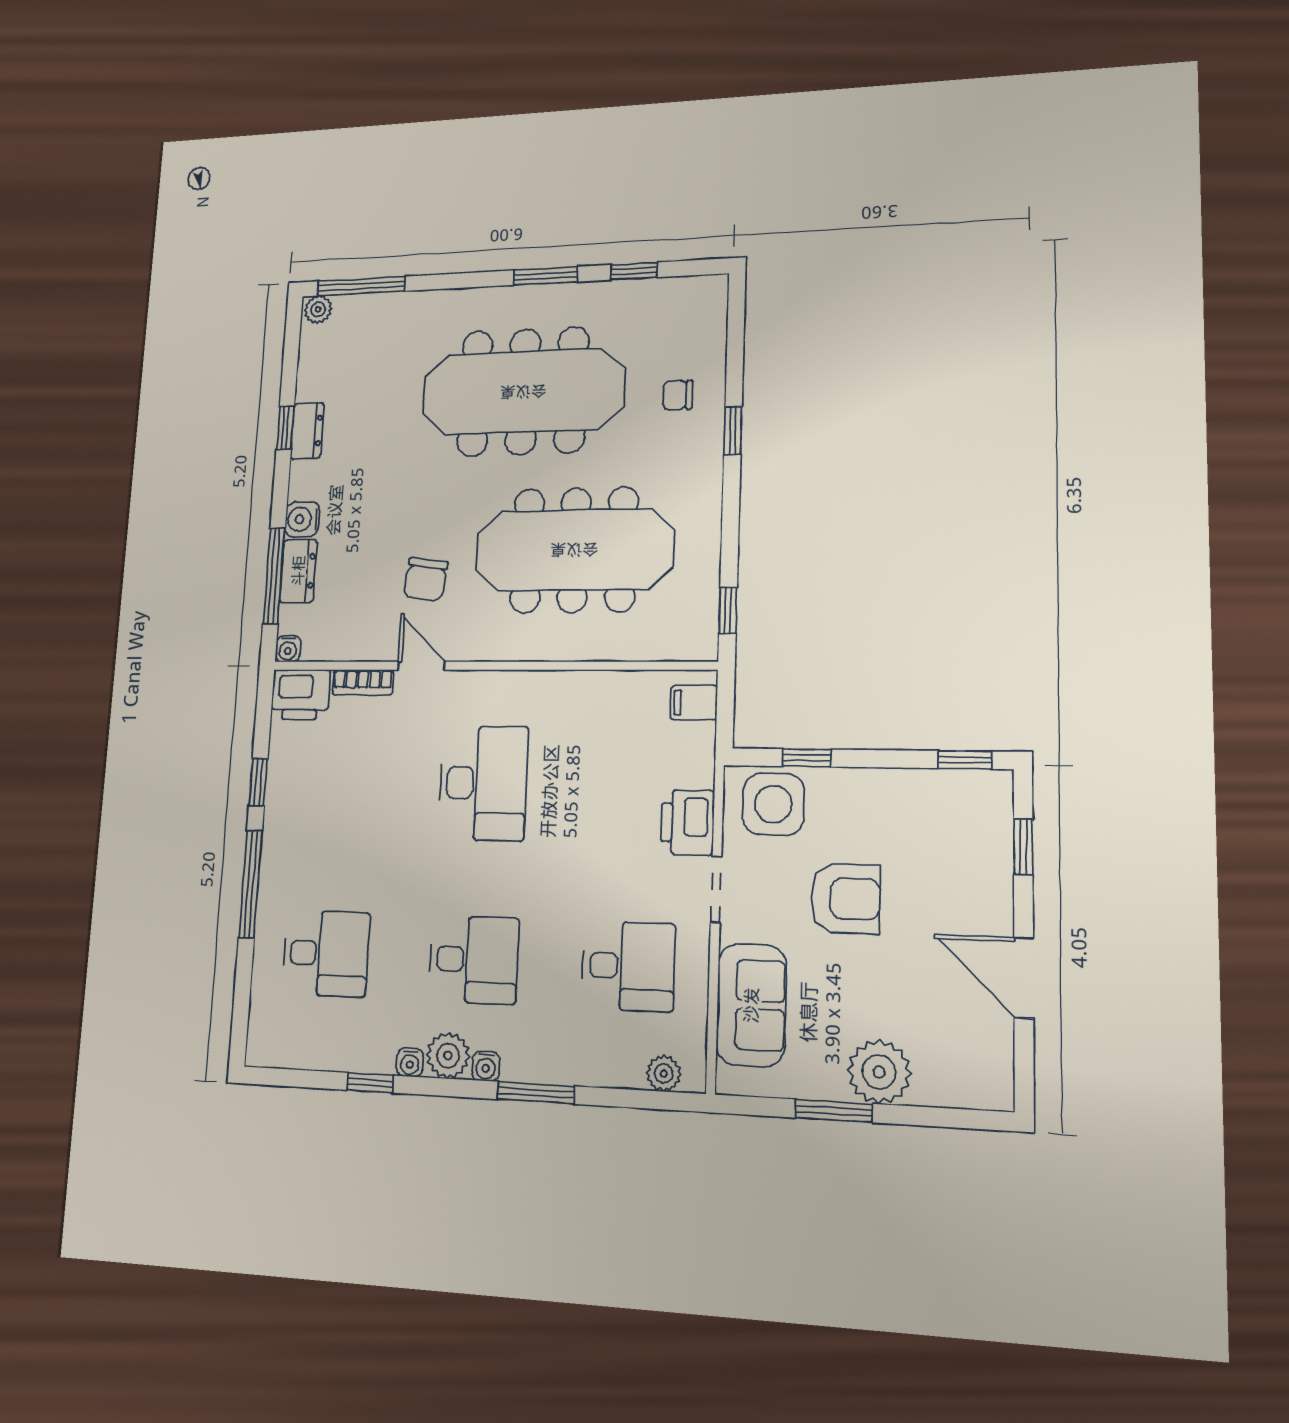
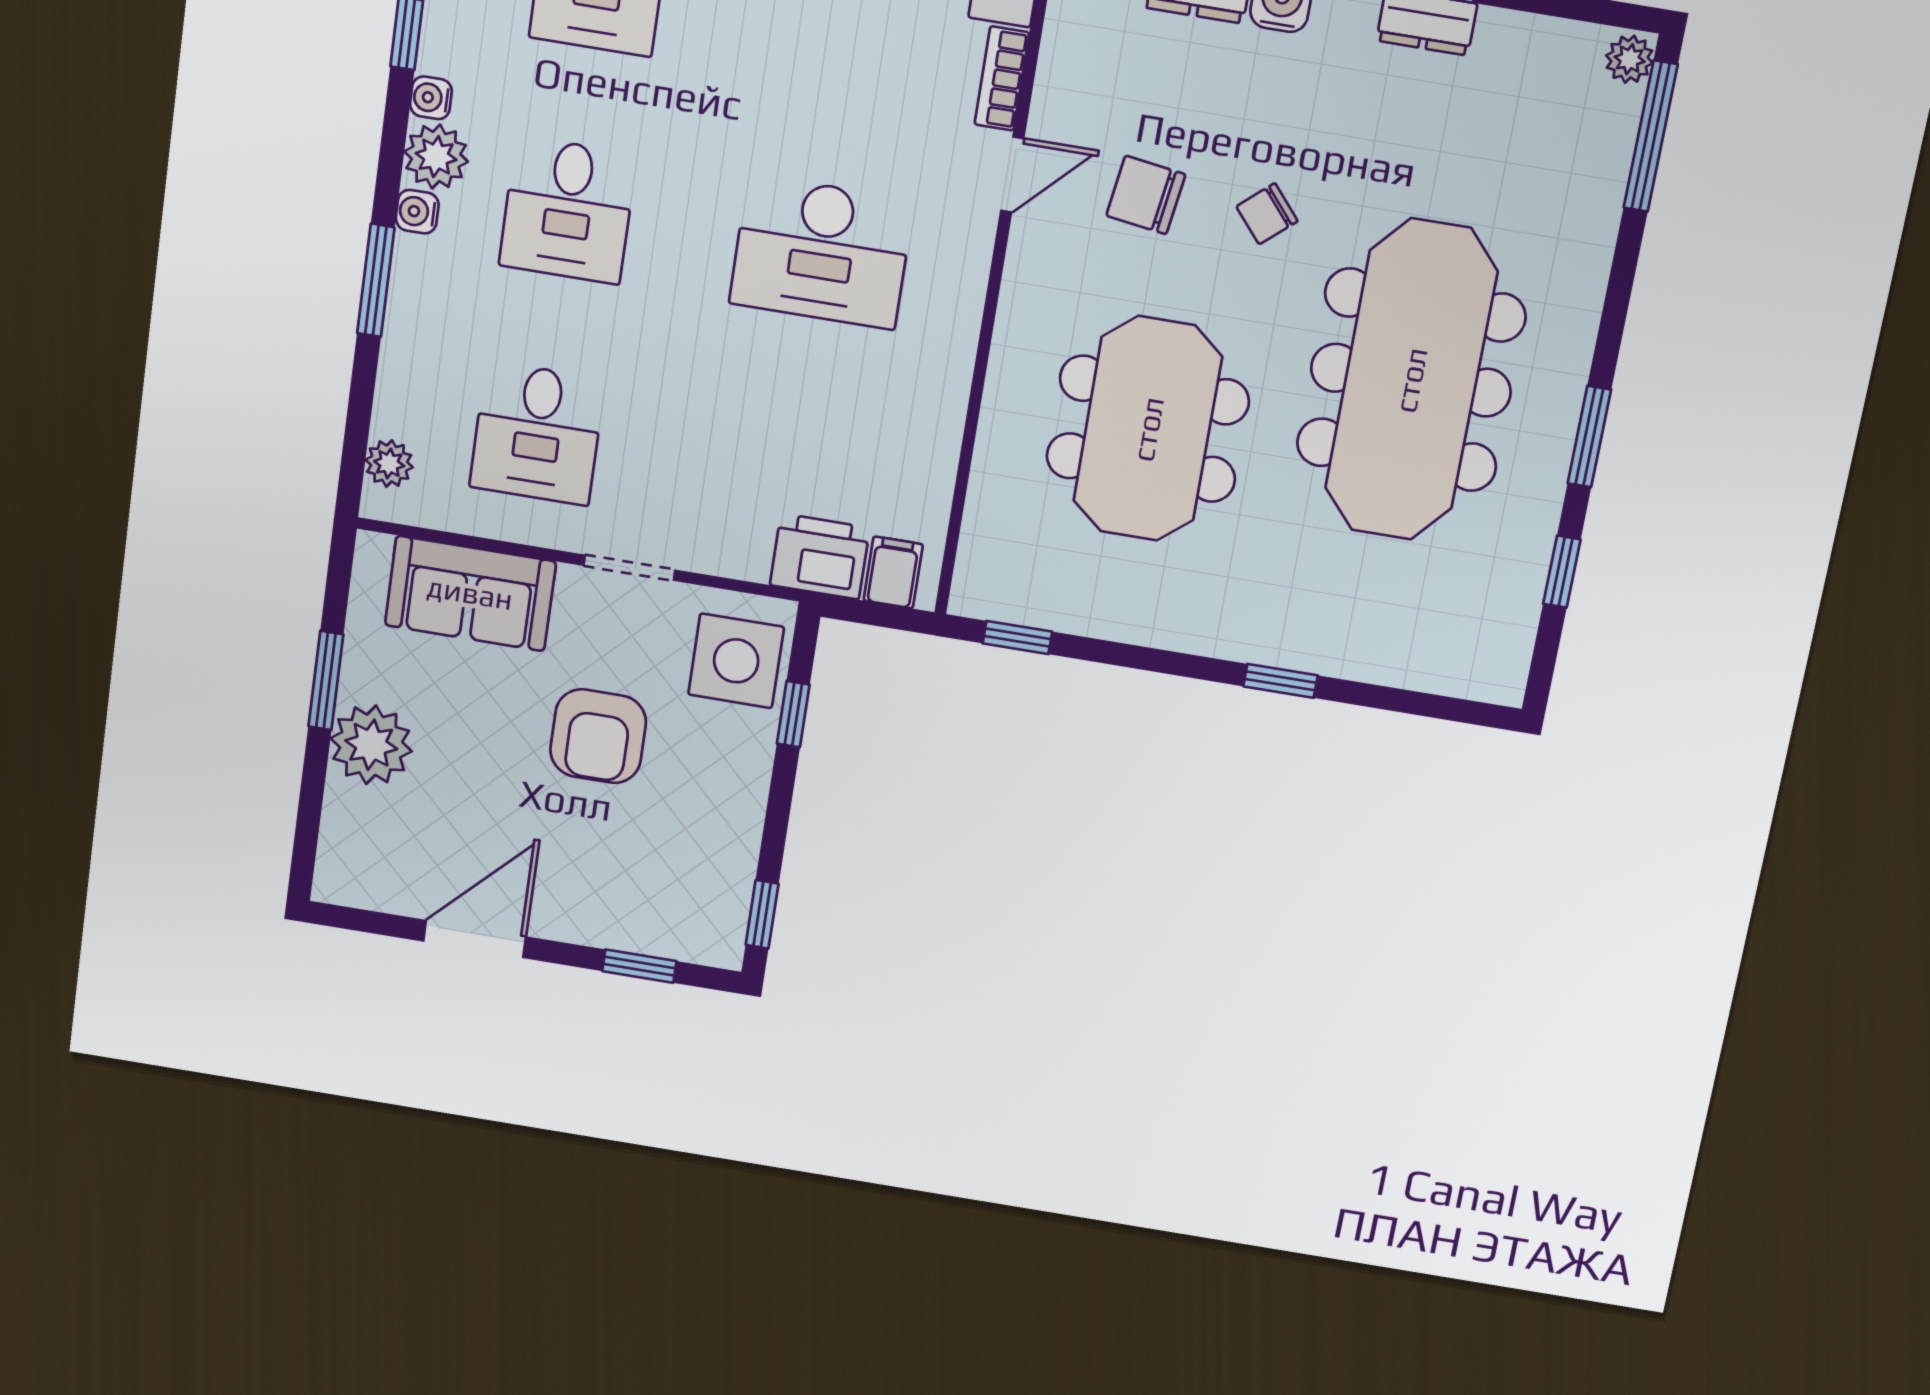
chair: (678, 395) -> (1267, 214), moved, turned -131
meeting table: (574, 550) -> (1148, 429), width x0.73
printer: (687, 823) -> (820, 556), moved

